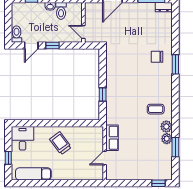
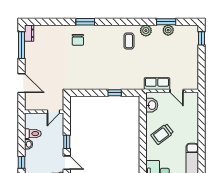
washbasin: (90, 132) -> (152, 105), added
plant: (167, 139) -> (168, 30), moved

